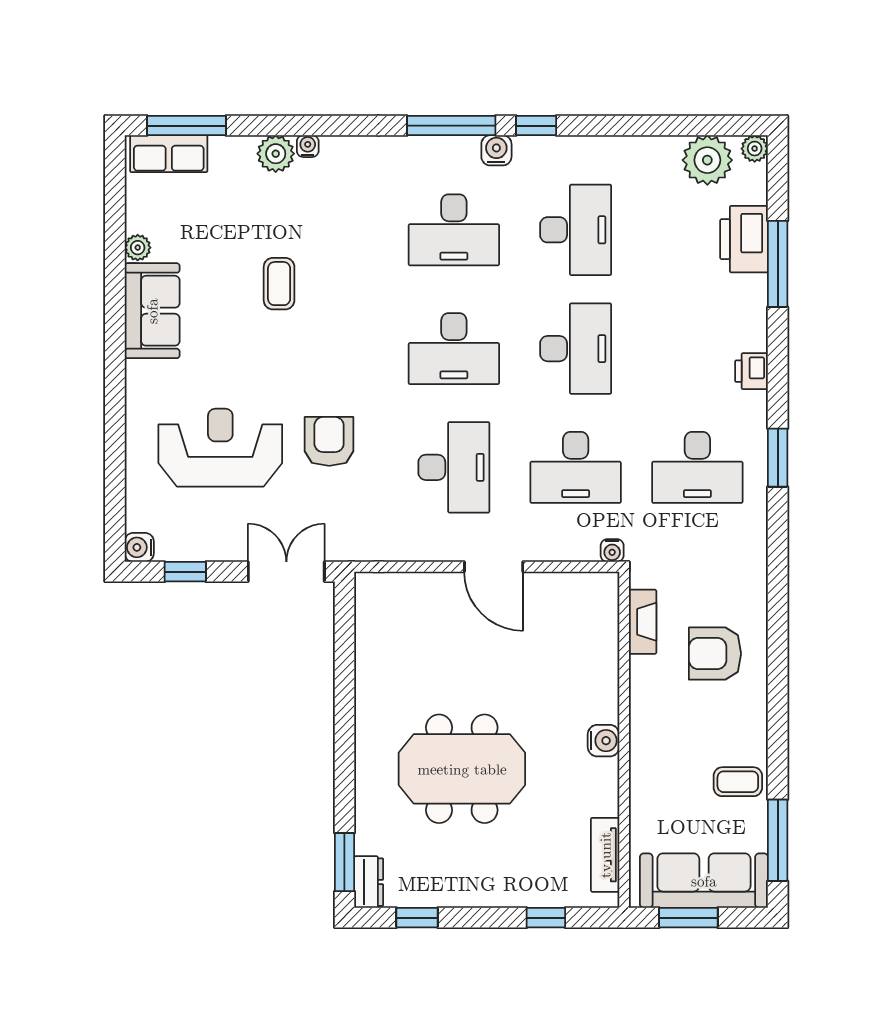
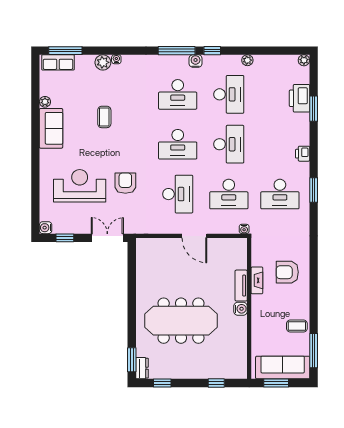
plant: (707, 160) -> (247, 60), moved, width x0.53, depth x0.53
window: (778, 264) -> (314, 109), width x0.69
fireplace: (643, 622) -> (257, 280), moved
meeting table: (462, 769) -> (181, 321), width x1.36
tv unit: (605, 855) -> (241, 286), moved

